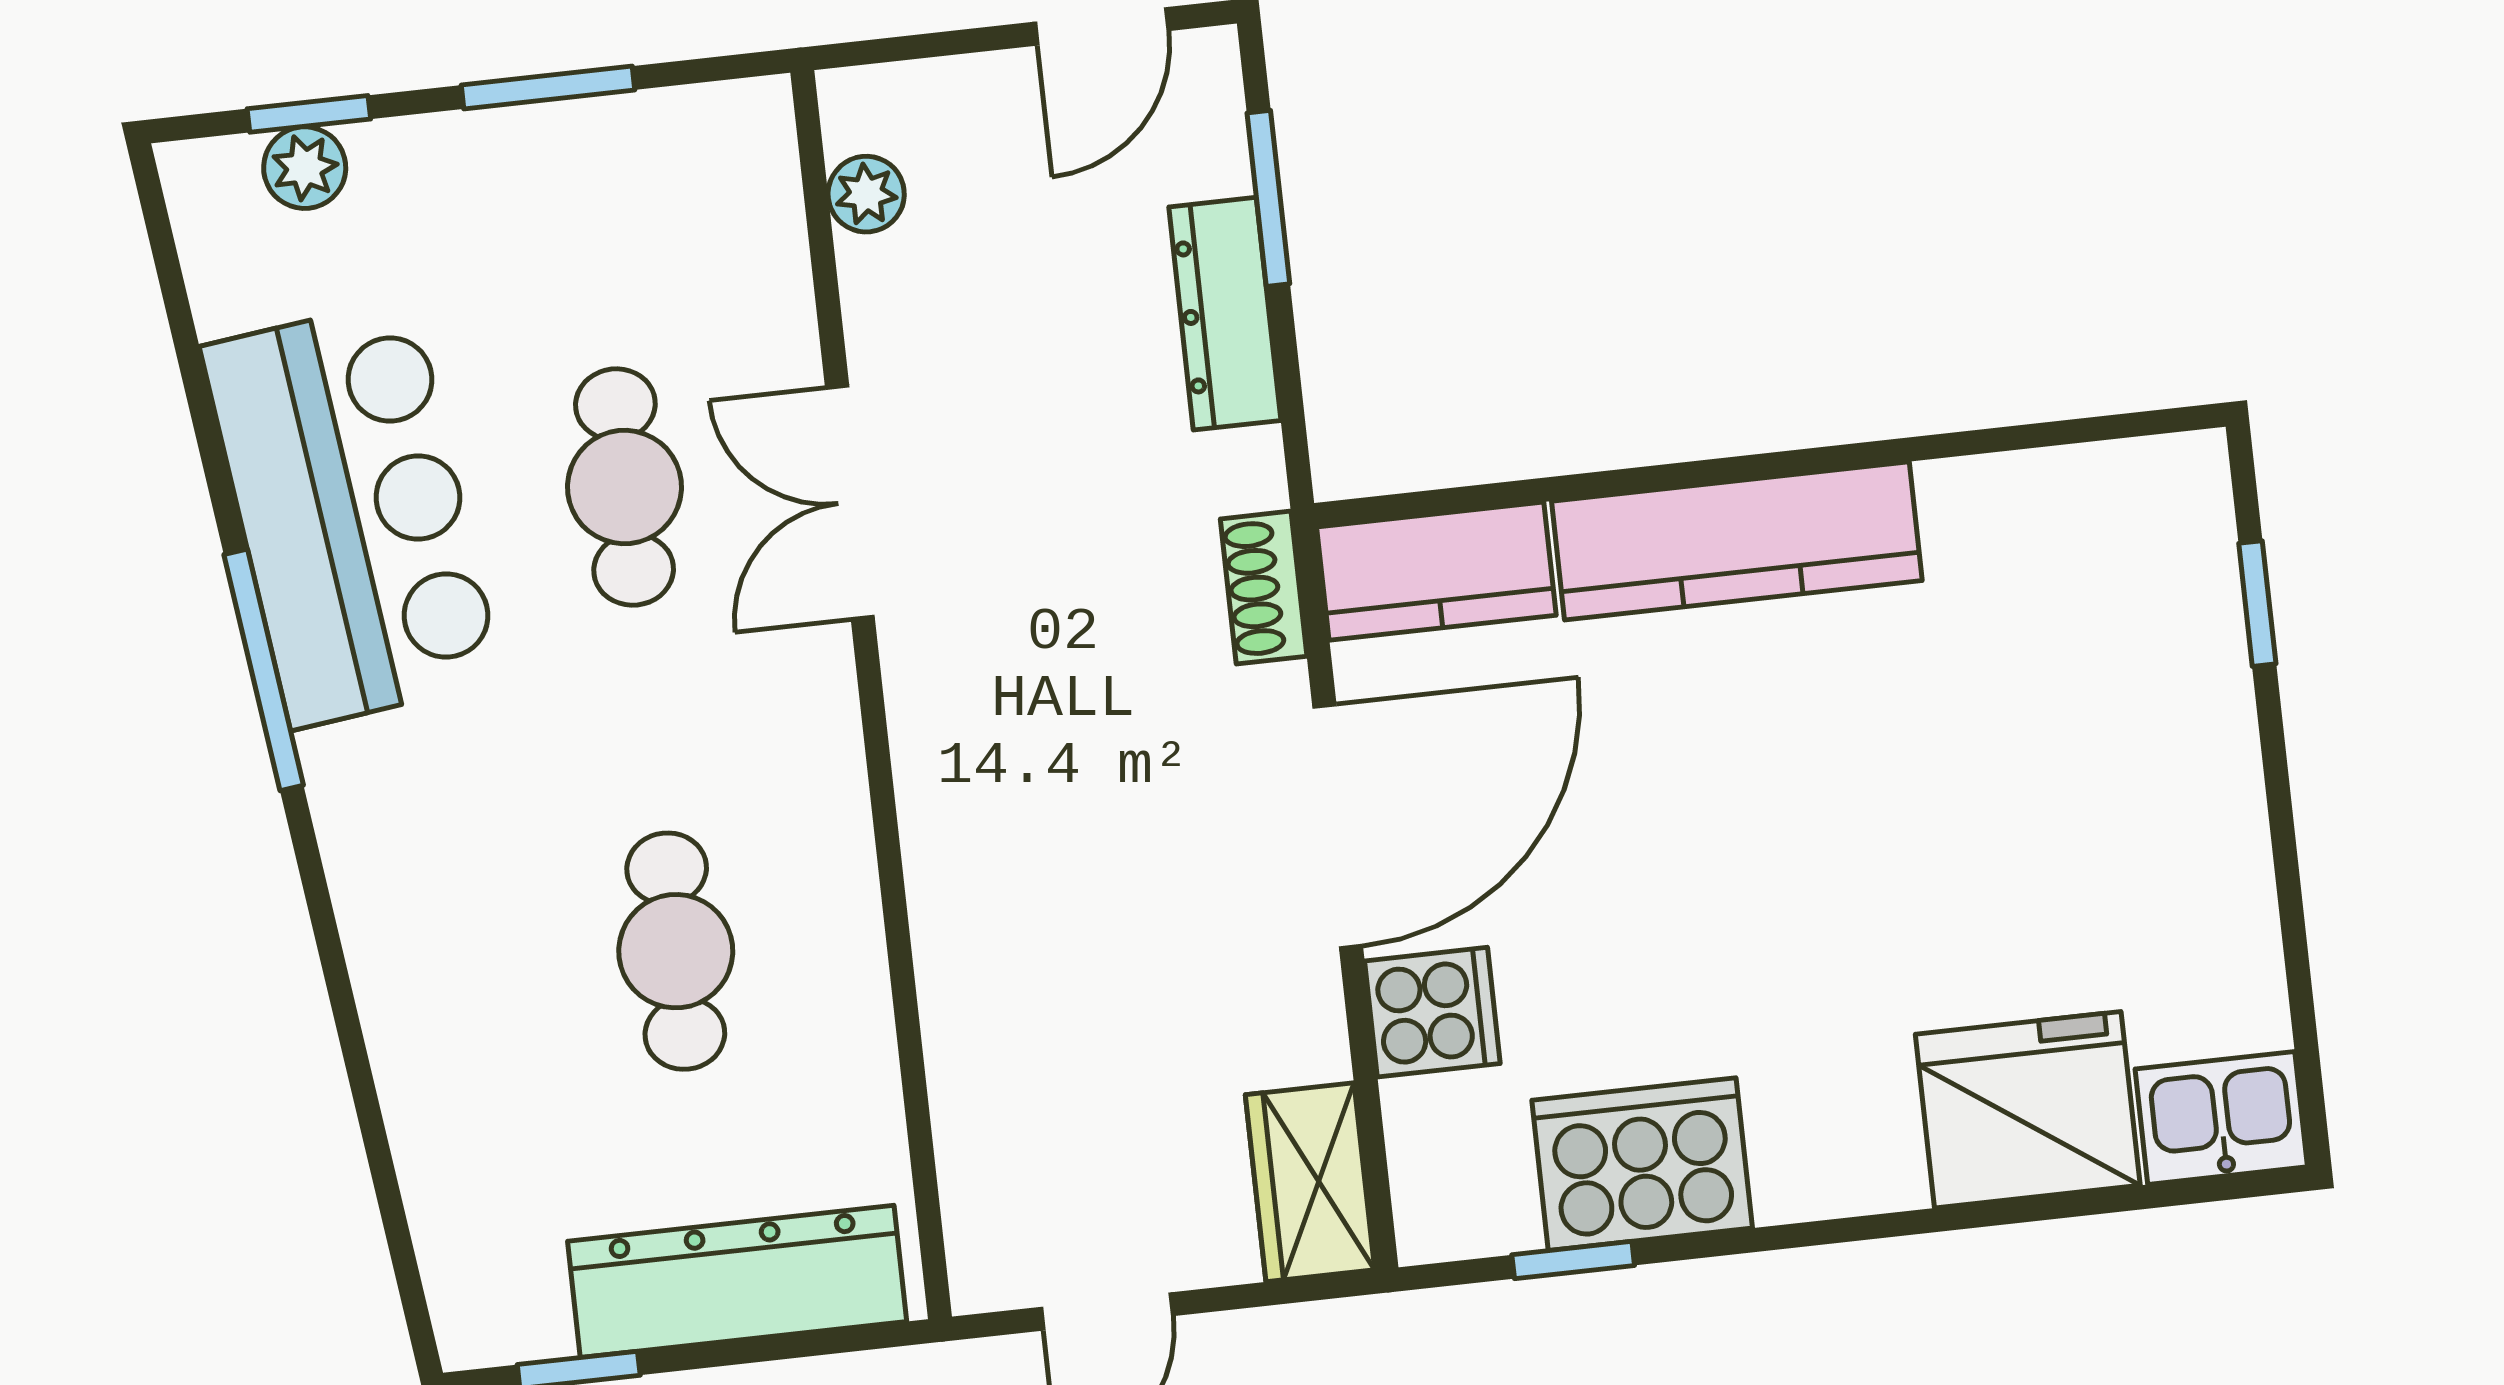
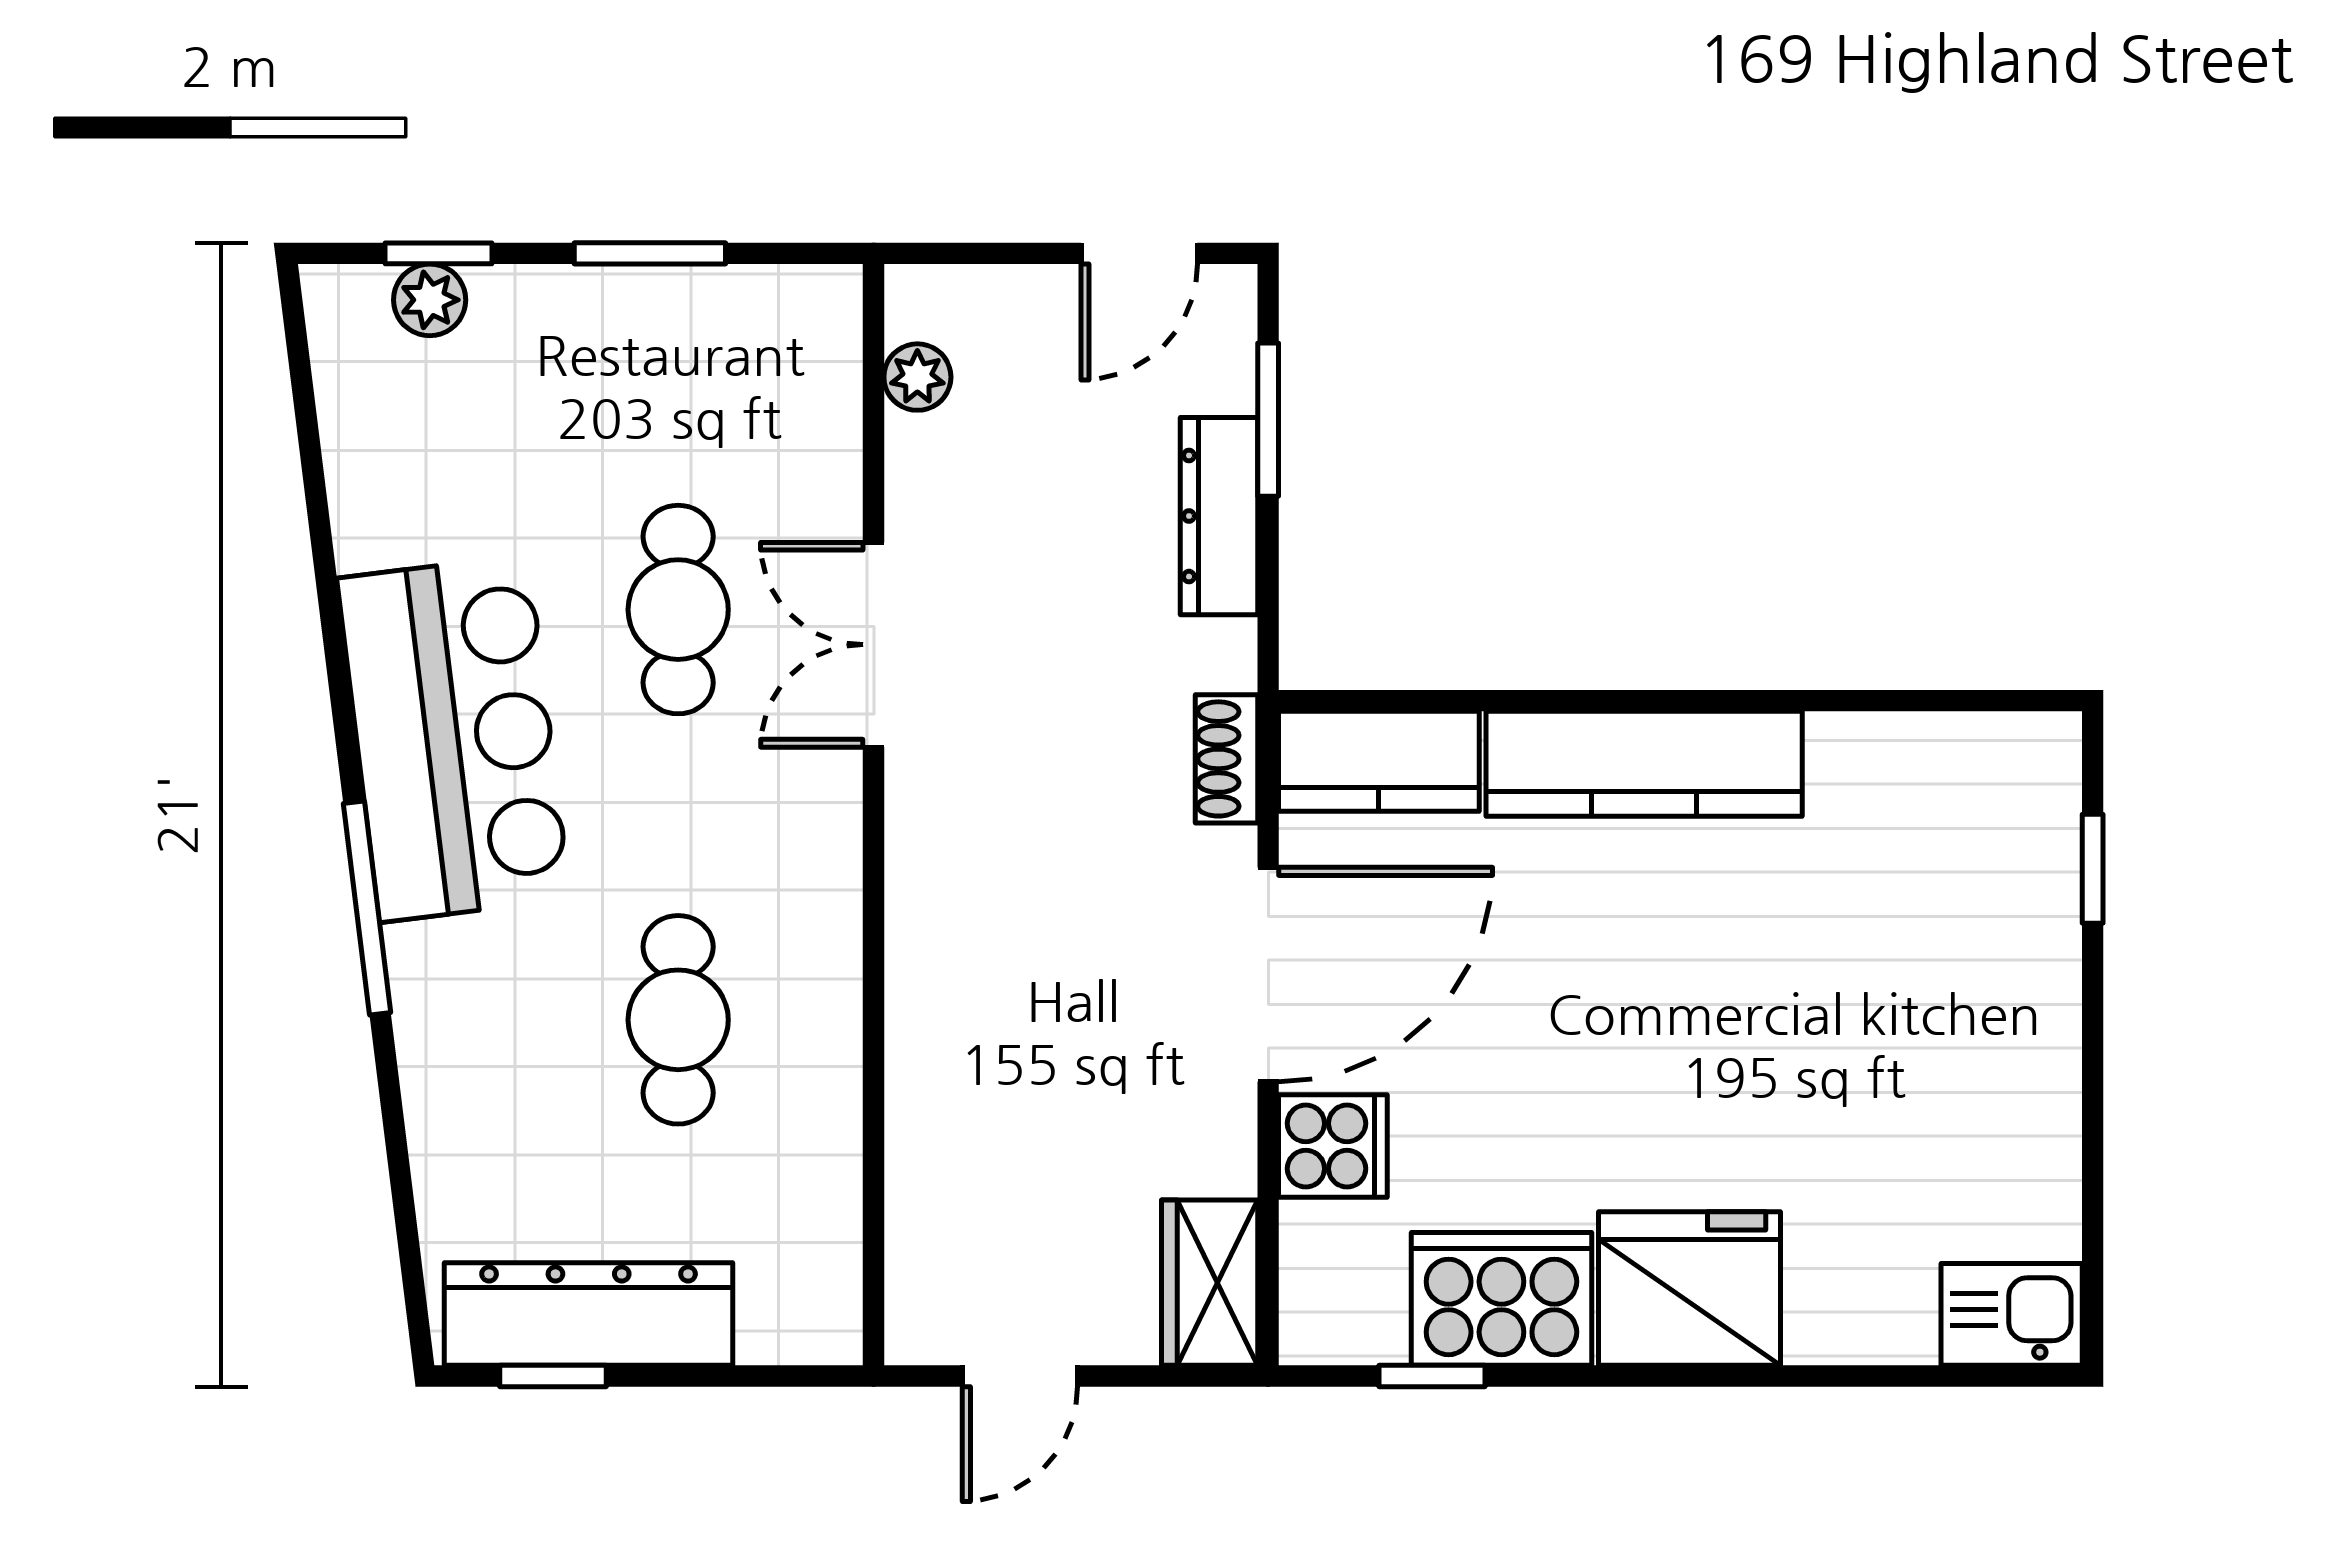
bar counter: (352, 513) -> (454, 739), moved
window: (264, 670) -> (367, 908), moved
fridge: (2028, 1110) -> (1689, 1289), moved
dresser: (737, 1281) -> (589, 1314), moved

